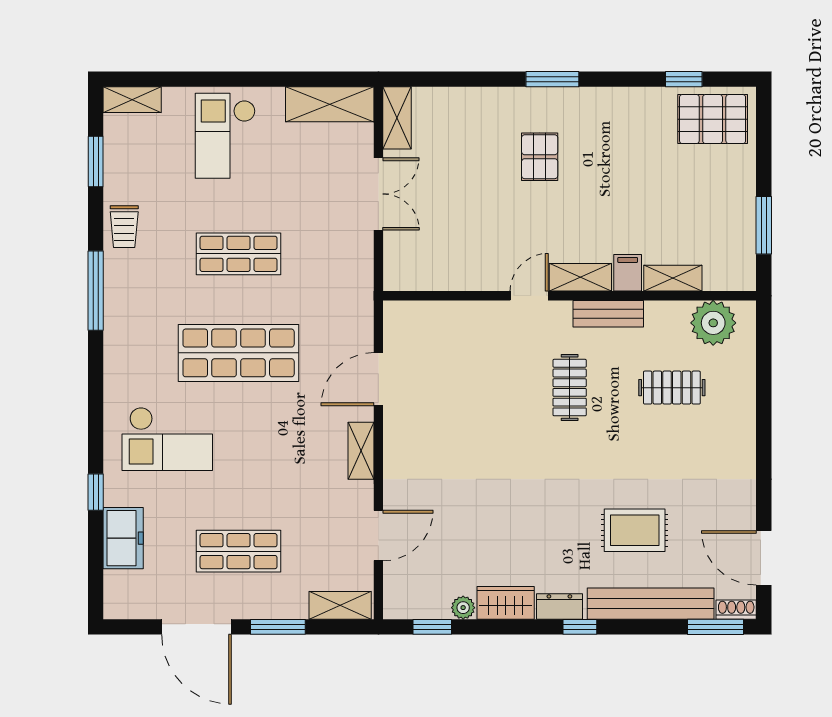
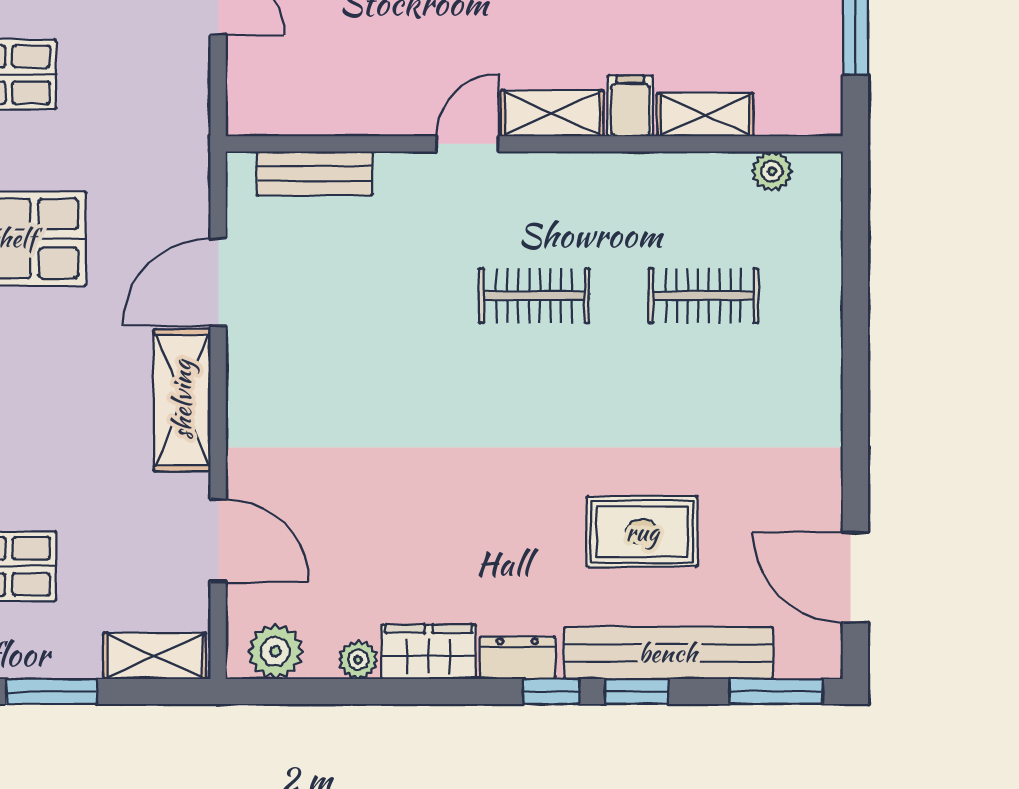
bench: (608, 314) -> (315, 173), moved
plant: (713, 323) -> (772, 171), width x0.53, depth x0.53
clothes rail: (570, 388) -> (534, 296), turned 90
shelving: (361, 451) -> (182, 400), width x1.50, depth x1.33
door: (378, 536) -> (218, 541), hinge flipped
plant: (413, 603) -> (275, 651), added
shoe rack: (736, 610) -> (810, 663), removed
window: (432, 627) -> (637, 692), moved

